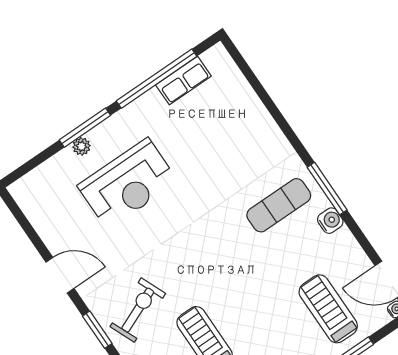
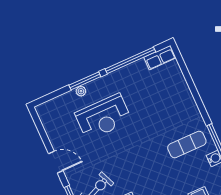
row of seats: (183, 80) -> (160, 58), moved

